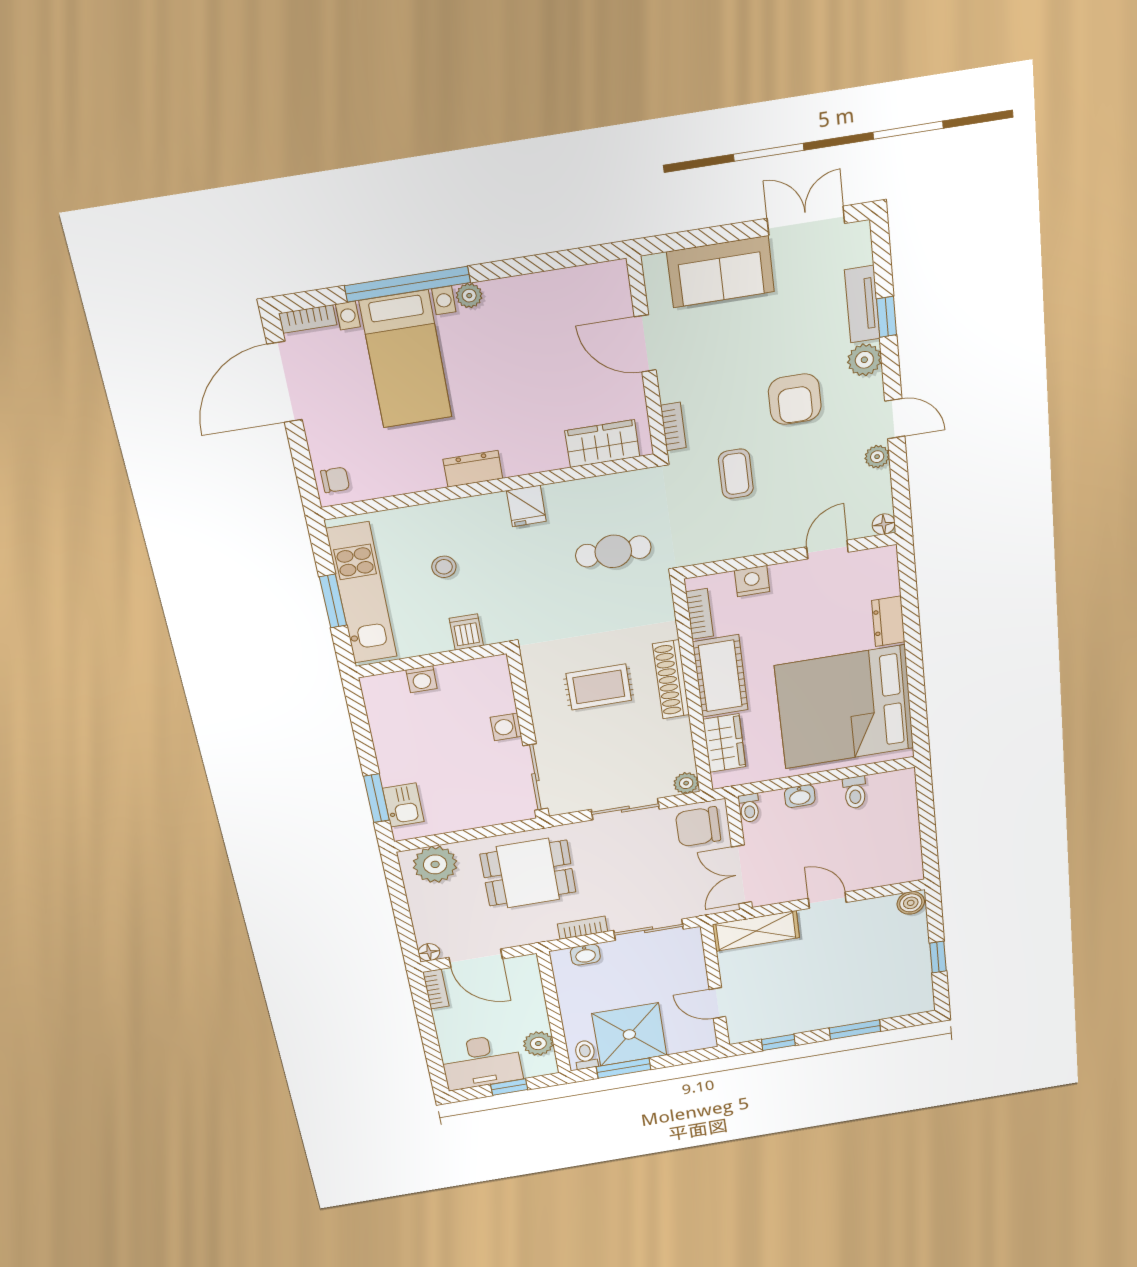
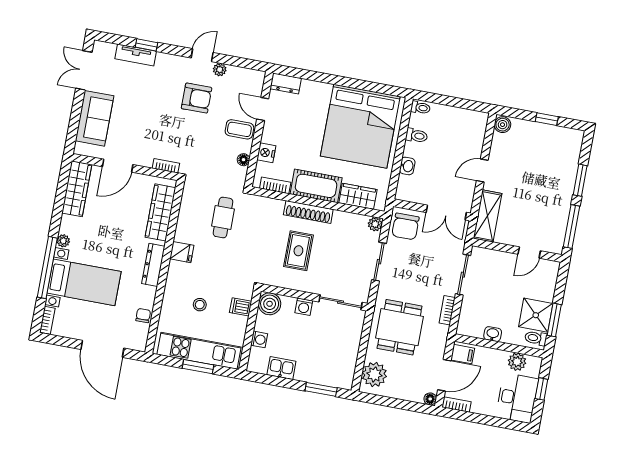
wardrobe: (577, 286) -> (77, 189), added
plant: (864, 360) -> (165, 62), removed
door: (285, 382) -> (102, 349), moved
armchair: (795, 399) -> (197, 98), moved
wardrobe: (602, 444) -> (160, 212), width x1.50
dresser: (473, 469) -> (153, 265), width x1.44
coffee table: (736, 474) -> (239, 129), moved
chair: (335, 480) -> (143, 316), moved
floor lamp: (884, 524) -> (243, 160), moved
dresser: (888, 621) -> (286, 83), moved
boiler: (490, 674) -> (270, 304), added
kitchen sink: (403, 805) -> (281, 368), moved
toilet: (749, 808) -> (420, 108), moved
washbasin: (585, 955) -> (493, 334), moved, turned -90
filing cabinet: (520, 971) -> (463, 354), added
shower: (629, 1034) -> (536, 315), width x0.73, depth x0.73
window: (778, 1042) -> (572, 227), width x2.17

